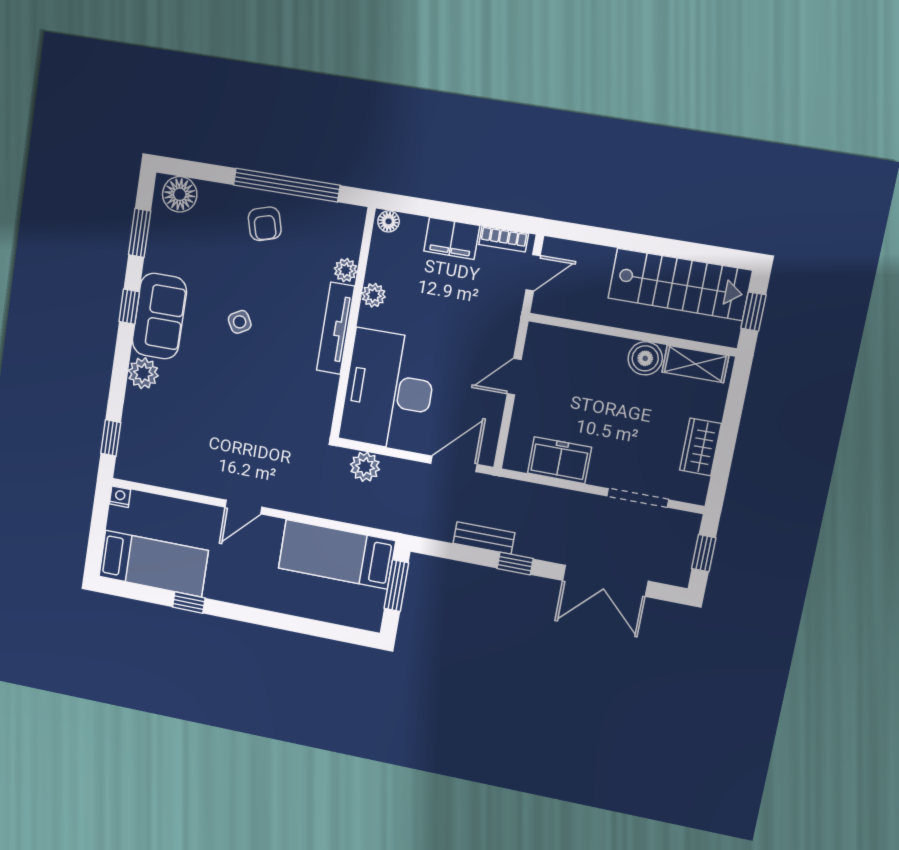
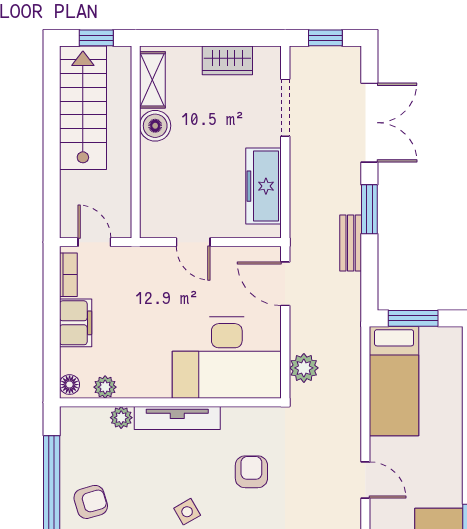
plant: (374, 295) -> (105, 387), moved
armchair: (269, 395) -> (251, 472), added
freezer: (559, 460) -> (264, 186), width x1.40
window: (515, 564) -> (369, 209), width x1.50

